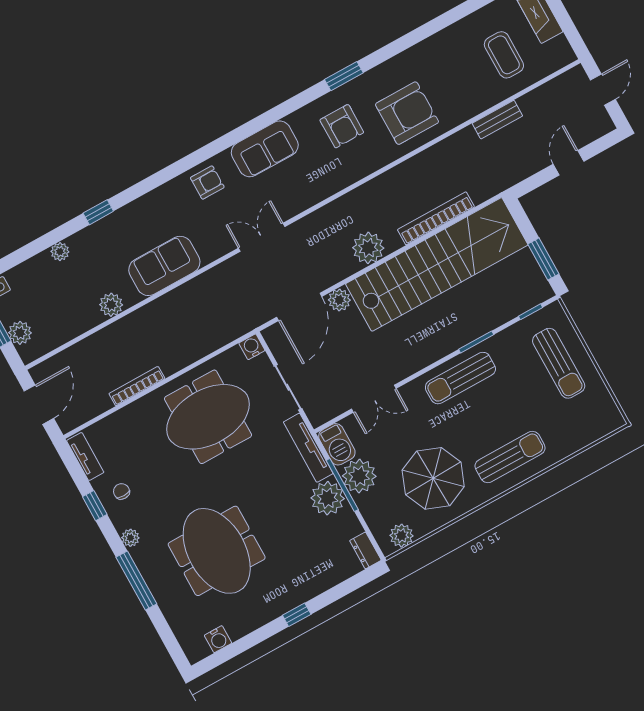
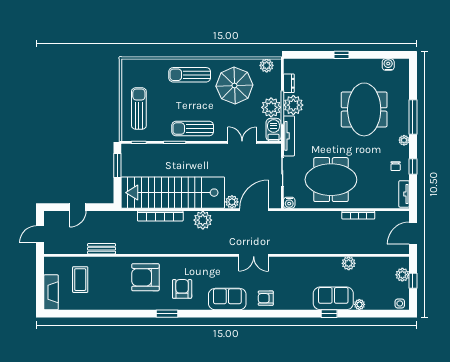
sofa: (164, 266) -> (333, 298), moved, turned 180
sun lounger: (460, 378) -> (193, 129), turned 180
dresser: (365, 550) -> (289, 83), moved

